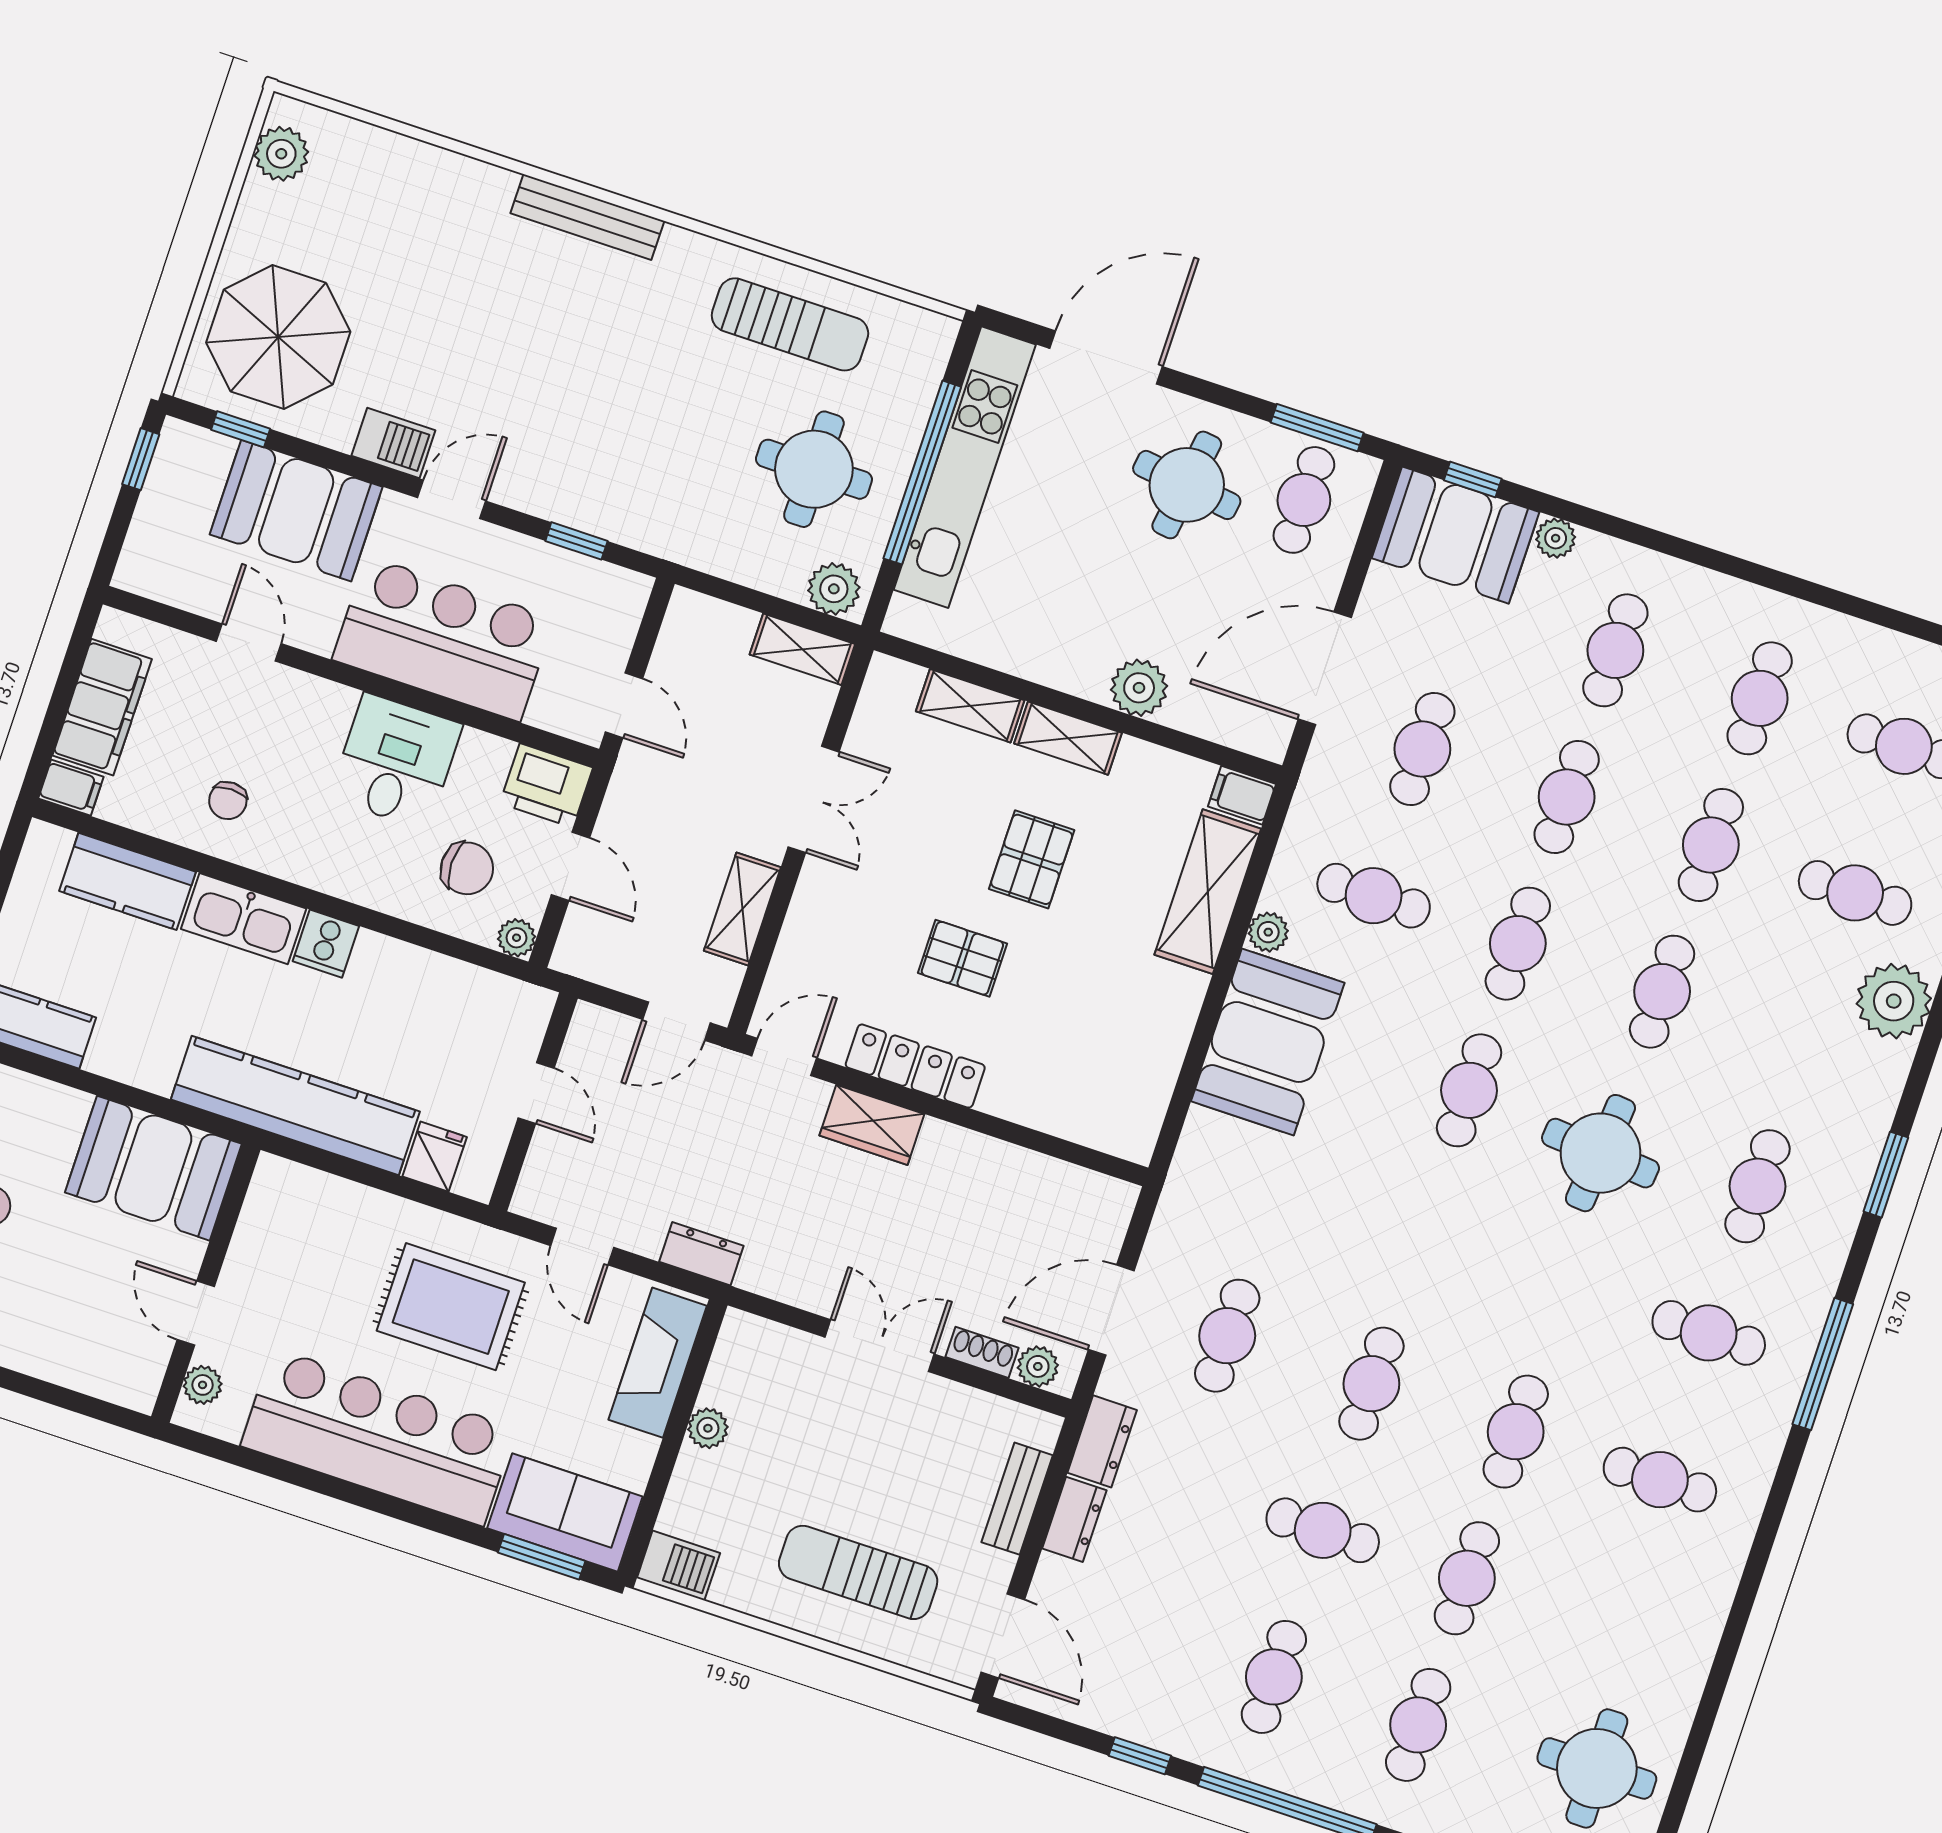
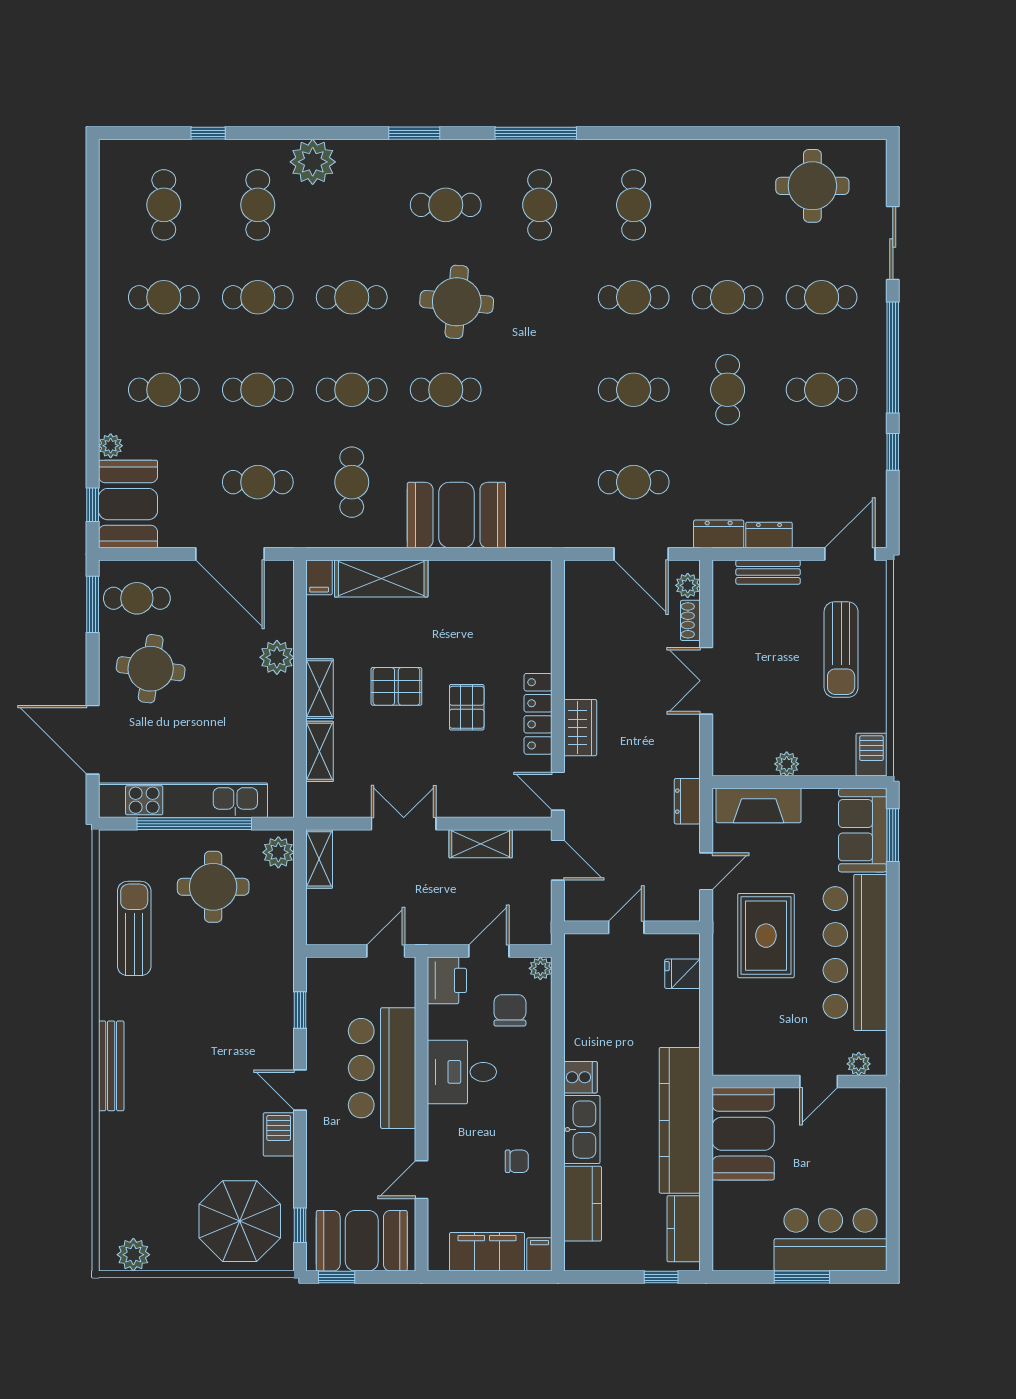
booth: (296, 511) -> (362, 1241), moved, turned 90
plant: (1268, 932) -> (393, 536), removed
kitchen counter: (295, 1105) -> (680, 1120), moved

